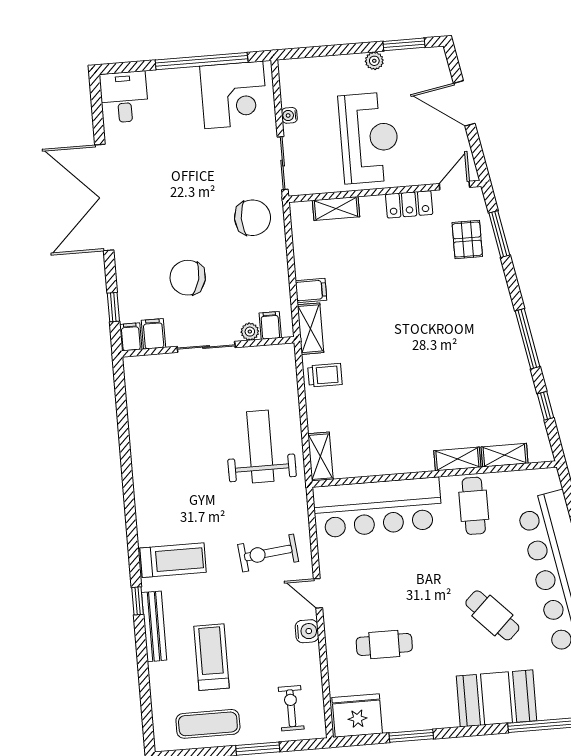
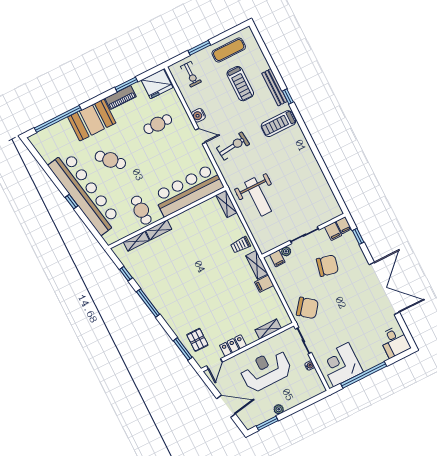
reception desk: (369, 138) -> (266, 370), turned 90
chair: (252, 218) -> (307, 308), turned -142
piano: (430, 717) -> (121, 97), added

